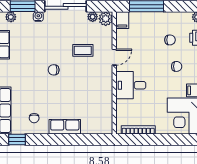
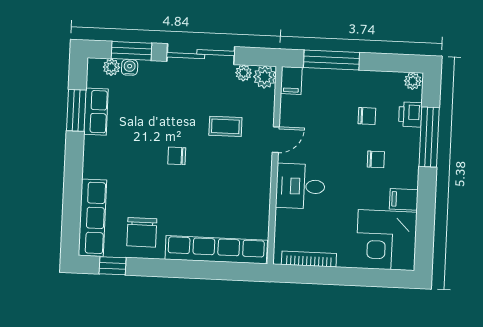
water cooler: (38, 17) -> (130, 67), moved
chair: (34, 118) -> (142, 232), width x1.87, depth x1.87
row of seats: (65, 127) -> (216, 250), width x2.02

